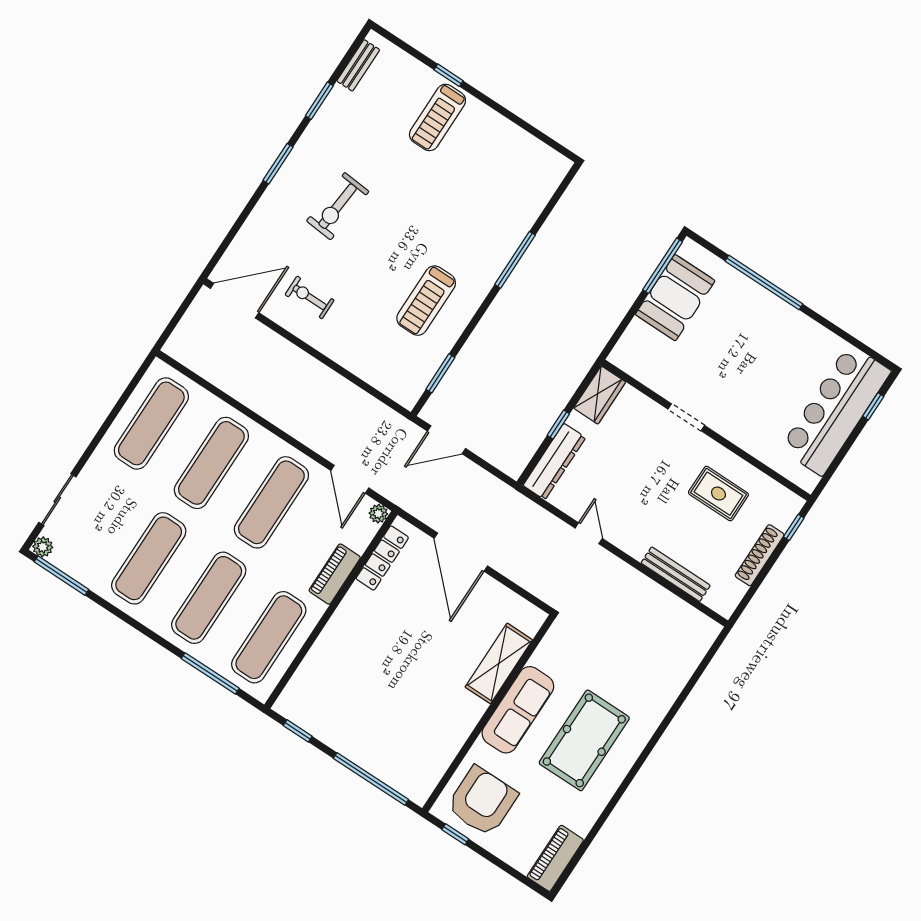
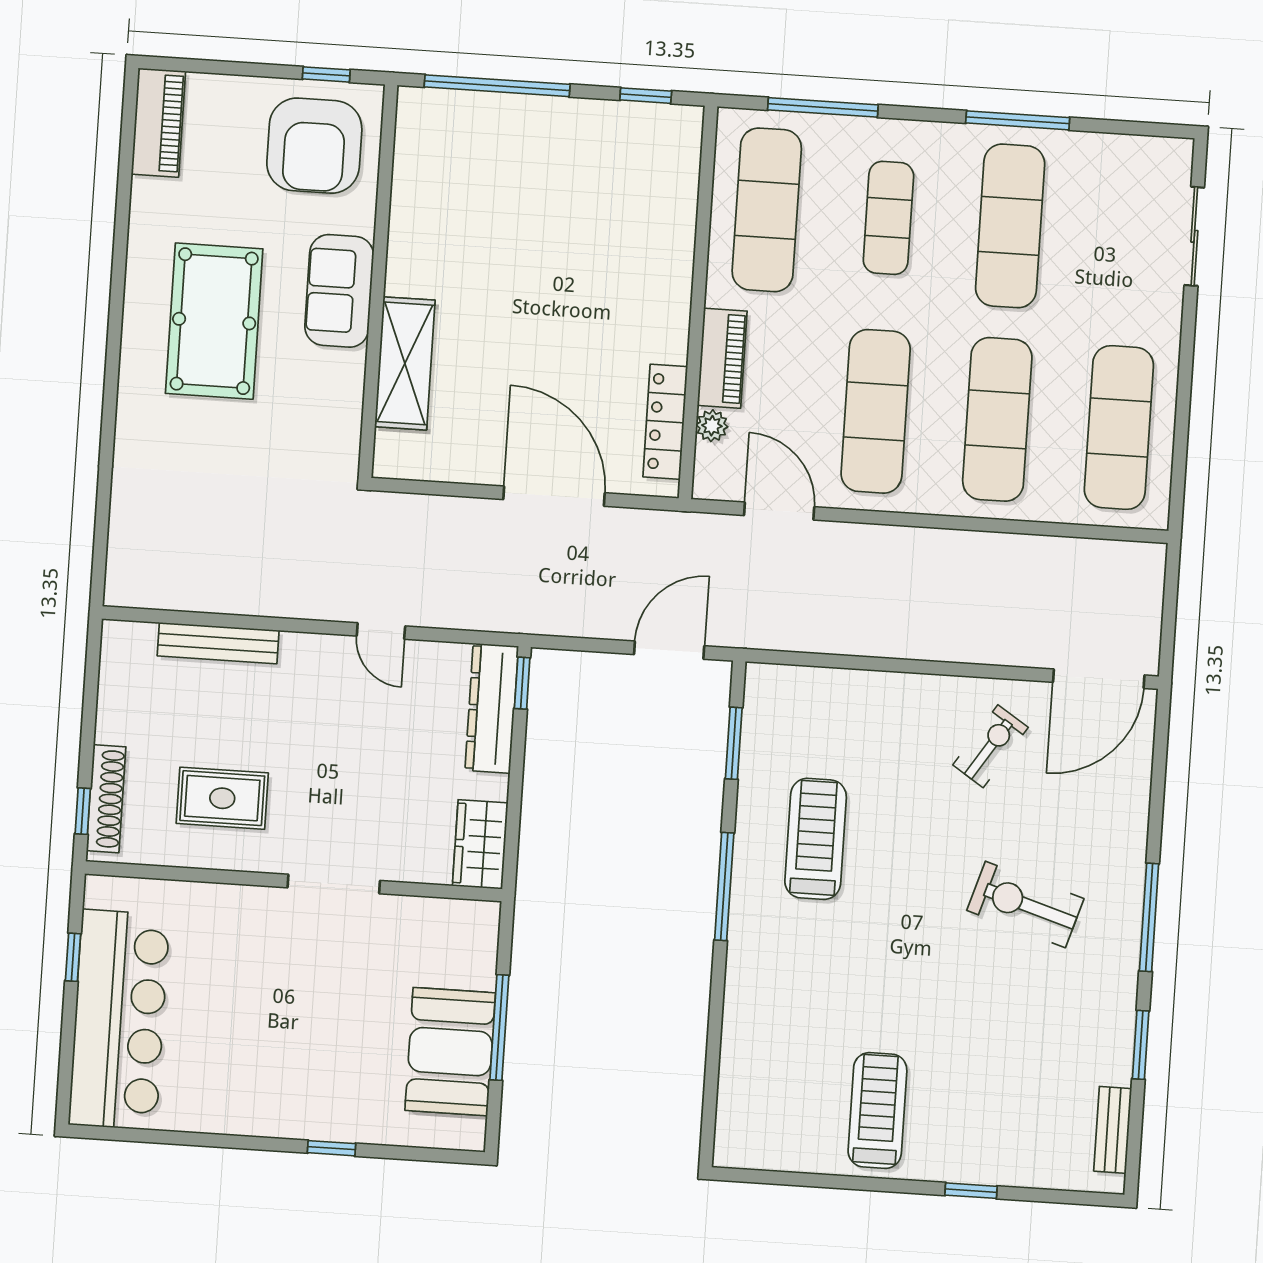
treadmill: (437, 117) -> (877, 1110), moved
window: (278, 164) -> (1149, 917), width x1.44
exercise bike: (338, 206) -> (1025, 905), turned -78
window: (515, 260) -> (724, 886), moved
window: (663, 266) -> (499, 1027), moved
window: (764, 282) -> (332, 1148), width x0.32
exercise bike: (310, 297) -> (991, 746), turned -57
window: (873, 406) -> (73, 957), moved
doorway: (686, 417) -> (334, 884), width x1.38
window: (558, 424) -> (522, 683), moved
plant: (378, 514) -> (712, 426), moved
plant: (43, 547) -> (1176, 154), removed
shoe rack: (760, 555) -> (106, 799), moved
window: (61, 576) -> (1018, 120), moved
exercise mat: (209, 598) -> (888, 218), width x0.73, depth x0.69
sofa: (518, 710) -> (339, 291), width x0.73

